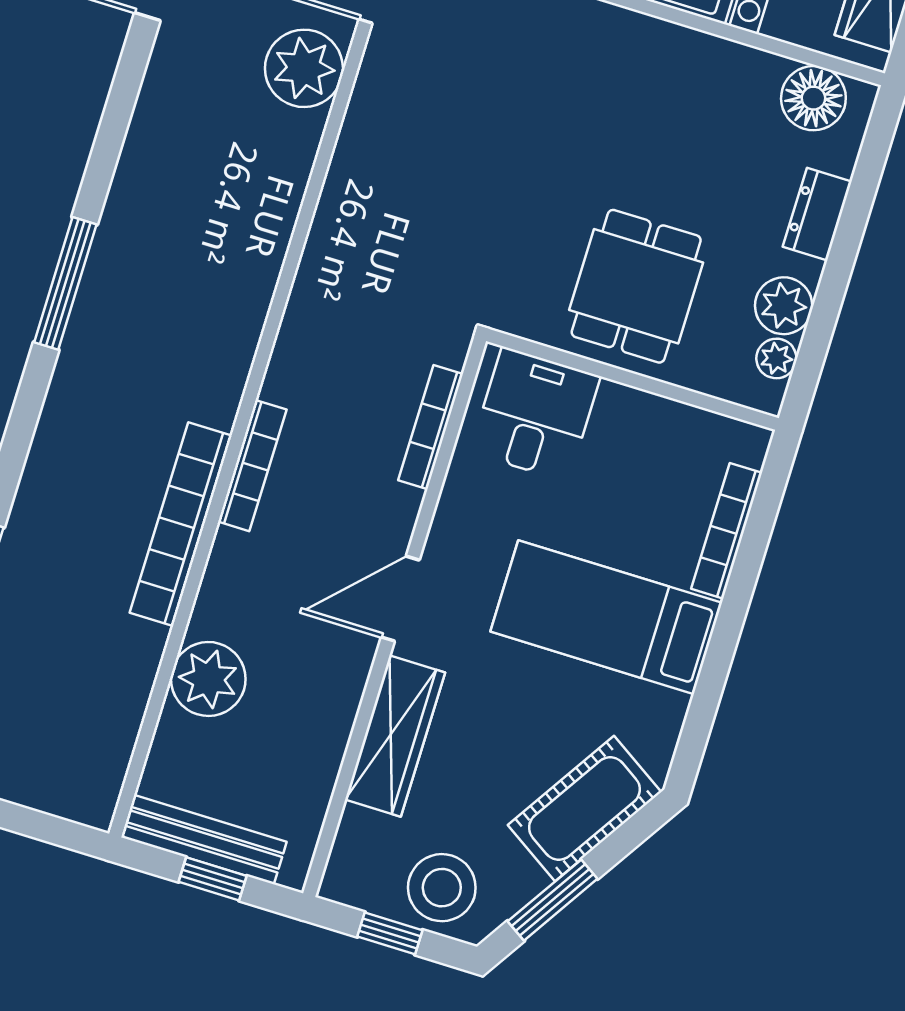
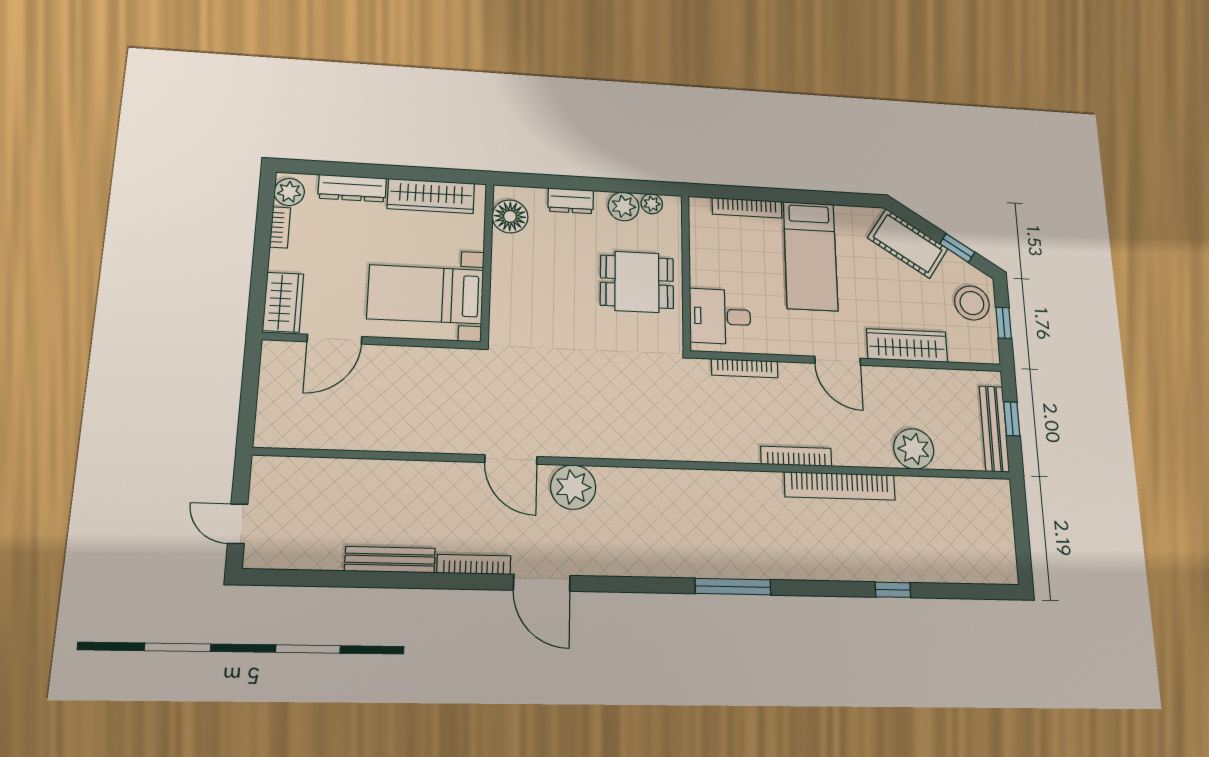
window: (553, 900) -> (957, 248), width x0.67

